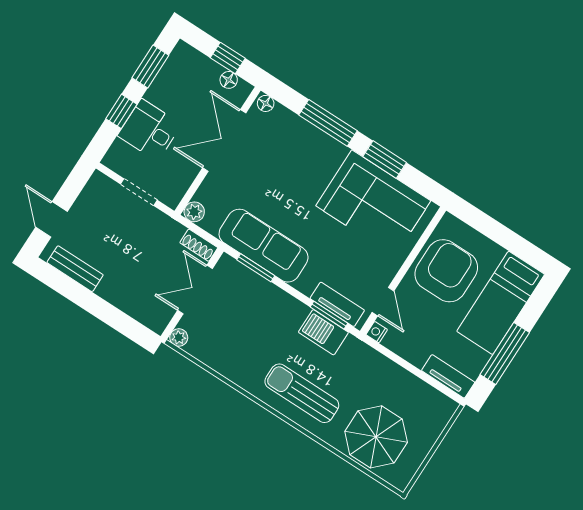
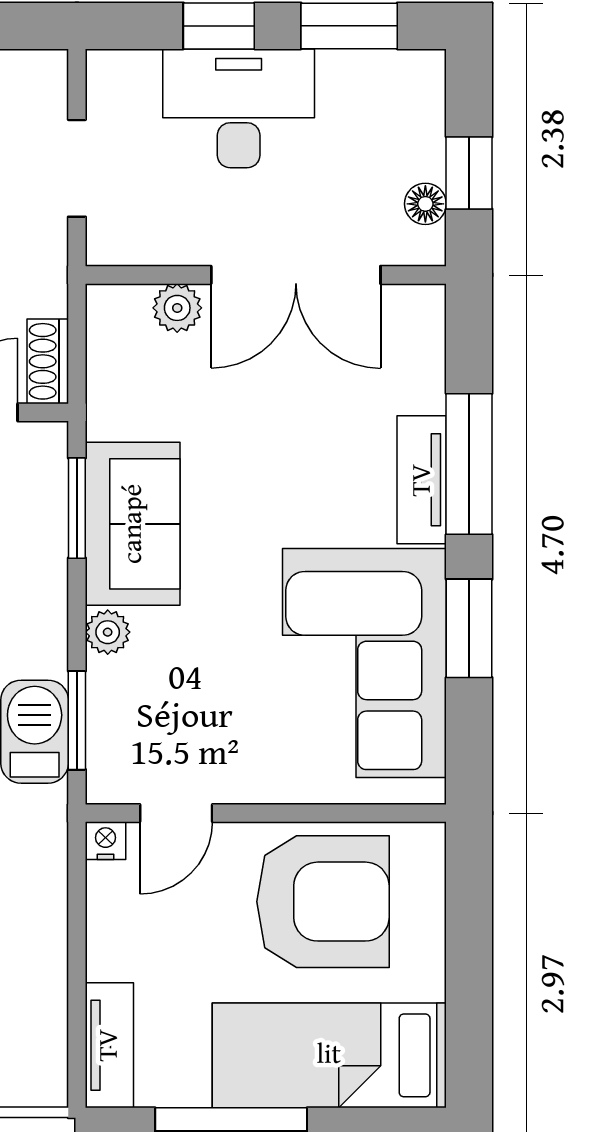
floor lamp: (266, 103) -> (426, 311), removed
desk: (150, 130) -> (239, 108), width x1.37
double door: (224, 140) -> (296, 275), swing flipped
plant: (194, 212) -> (177, 308), moved
sofa: (264, 246) -> (133, 524), width x0.73
plant: (305, 285) -> (108, 632), added
tv unit: (337, 304) -> (422, 480), moved, turned 180

